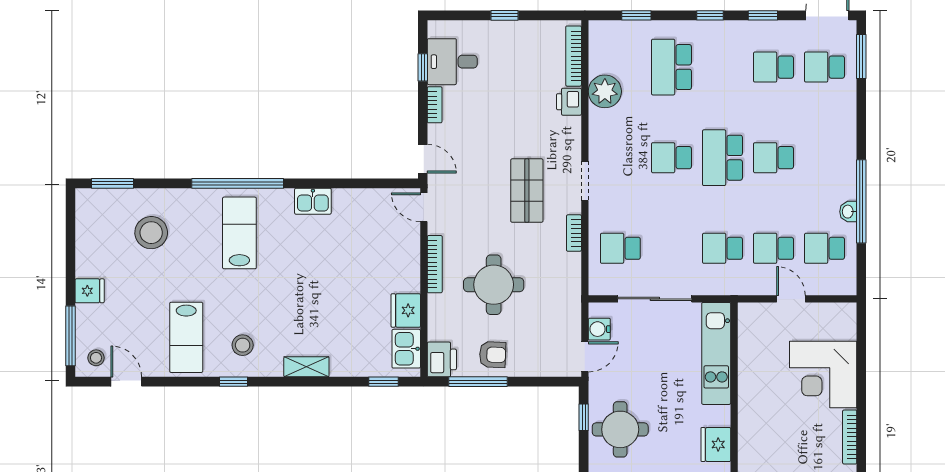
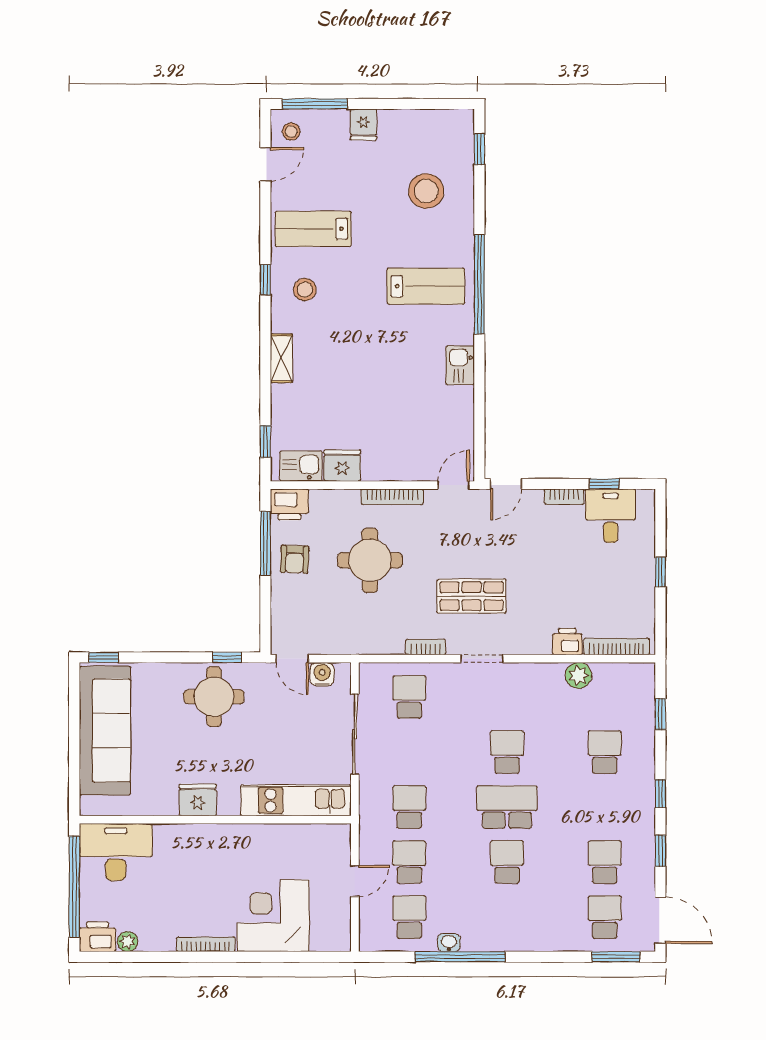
school desk: (671, 67) -> (605, 752), width x0.54
plant: (605, 91) -> (578, 675), width x0.73, depth x0.73
window: (112, 183) -> (479, 149), width x0.67

